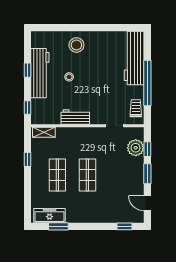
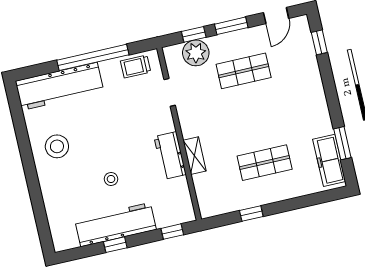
stool: (76, 45) -> (57, 146), moved
shelving: (44, 132) -> (195, 156), moved
shop shelf: (87, 175) -> (244, 71), moved

